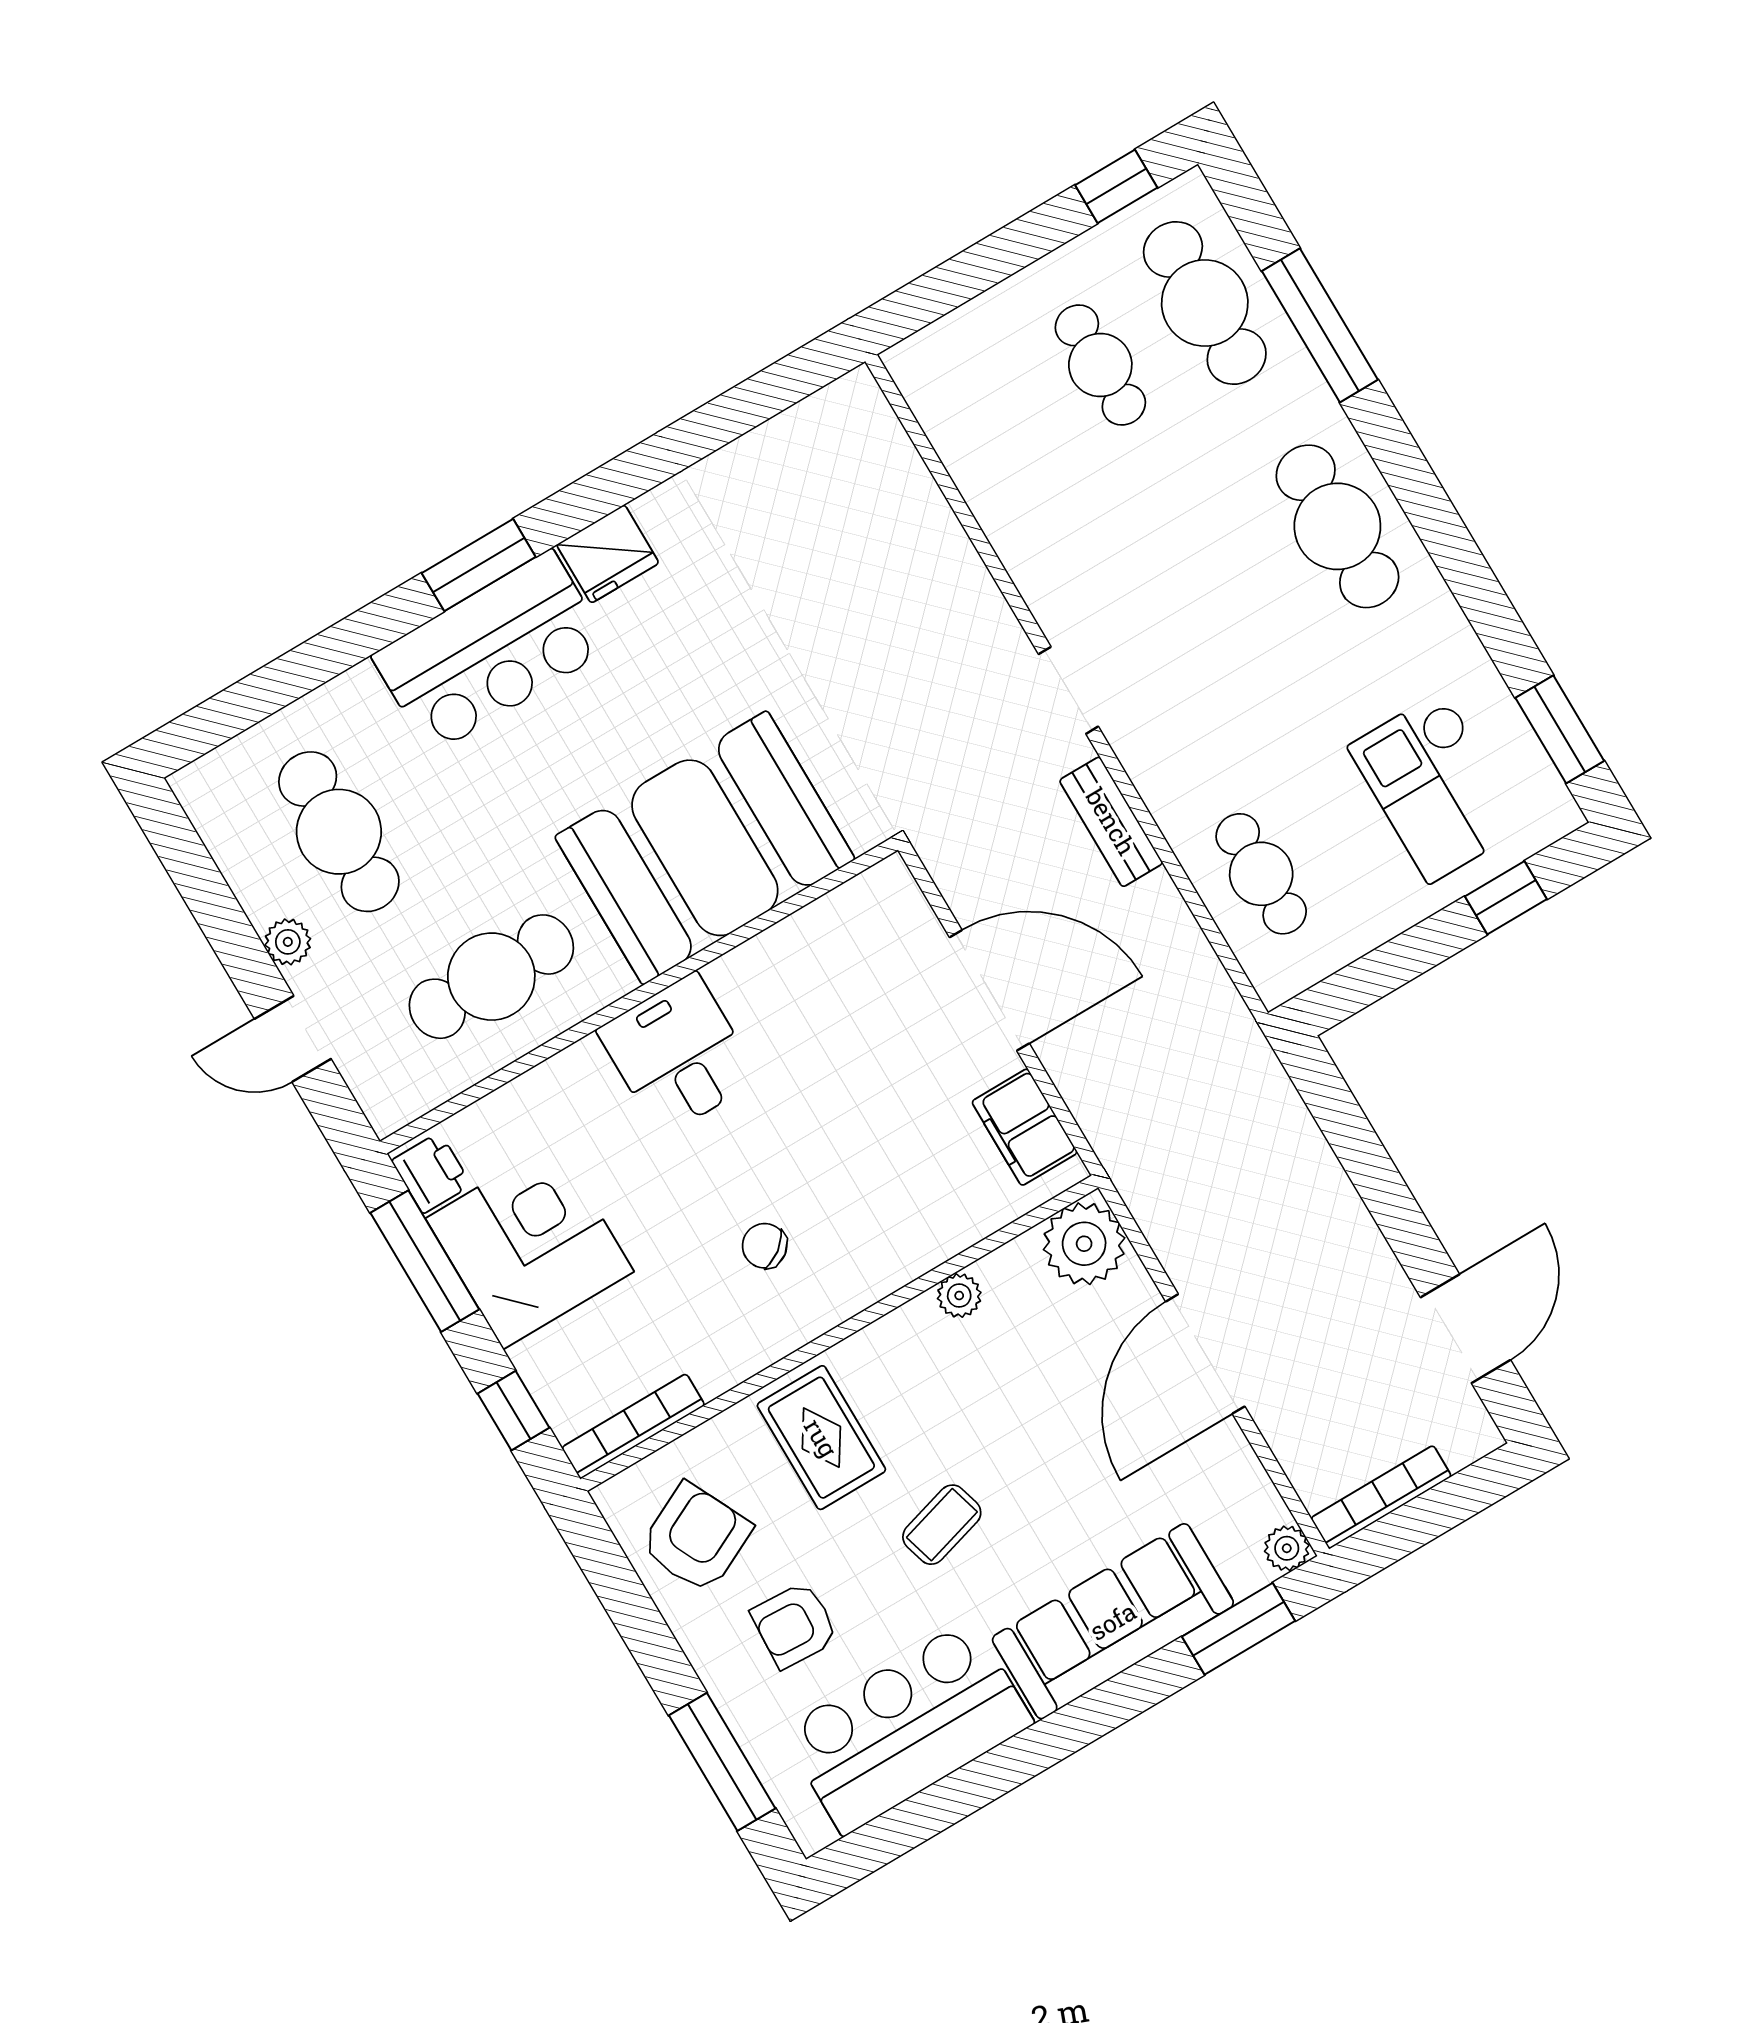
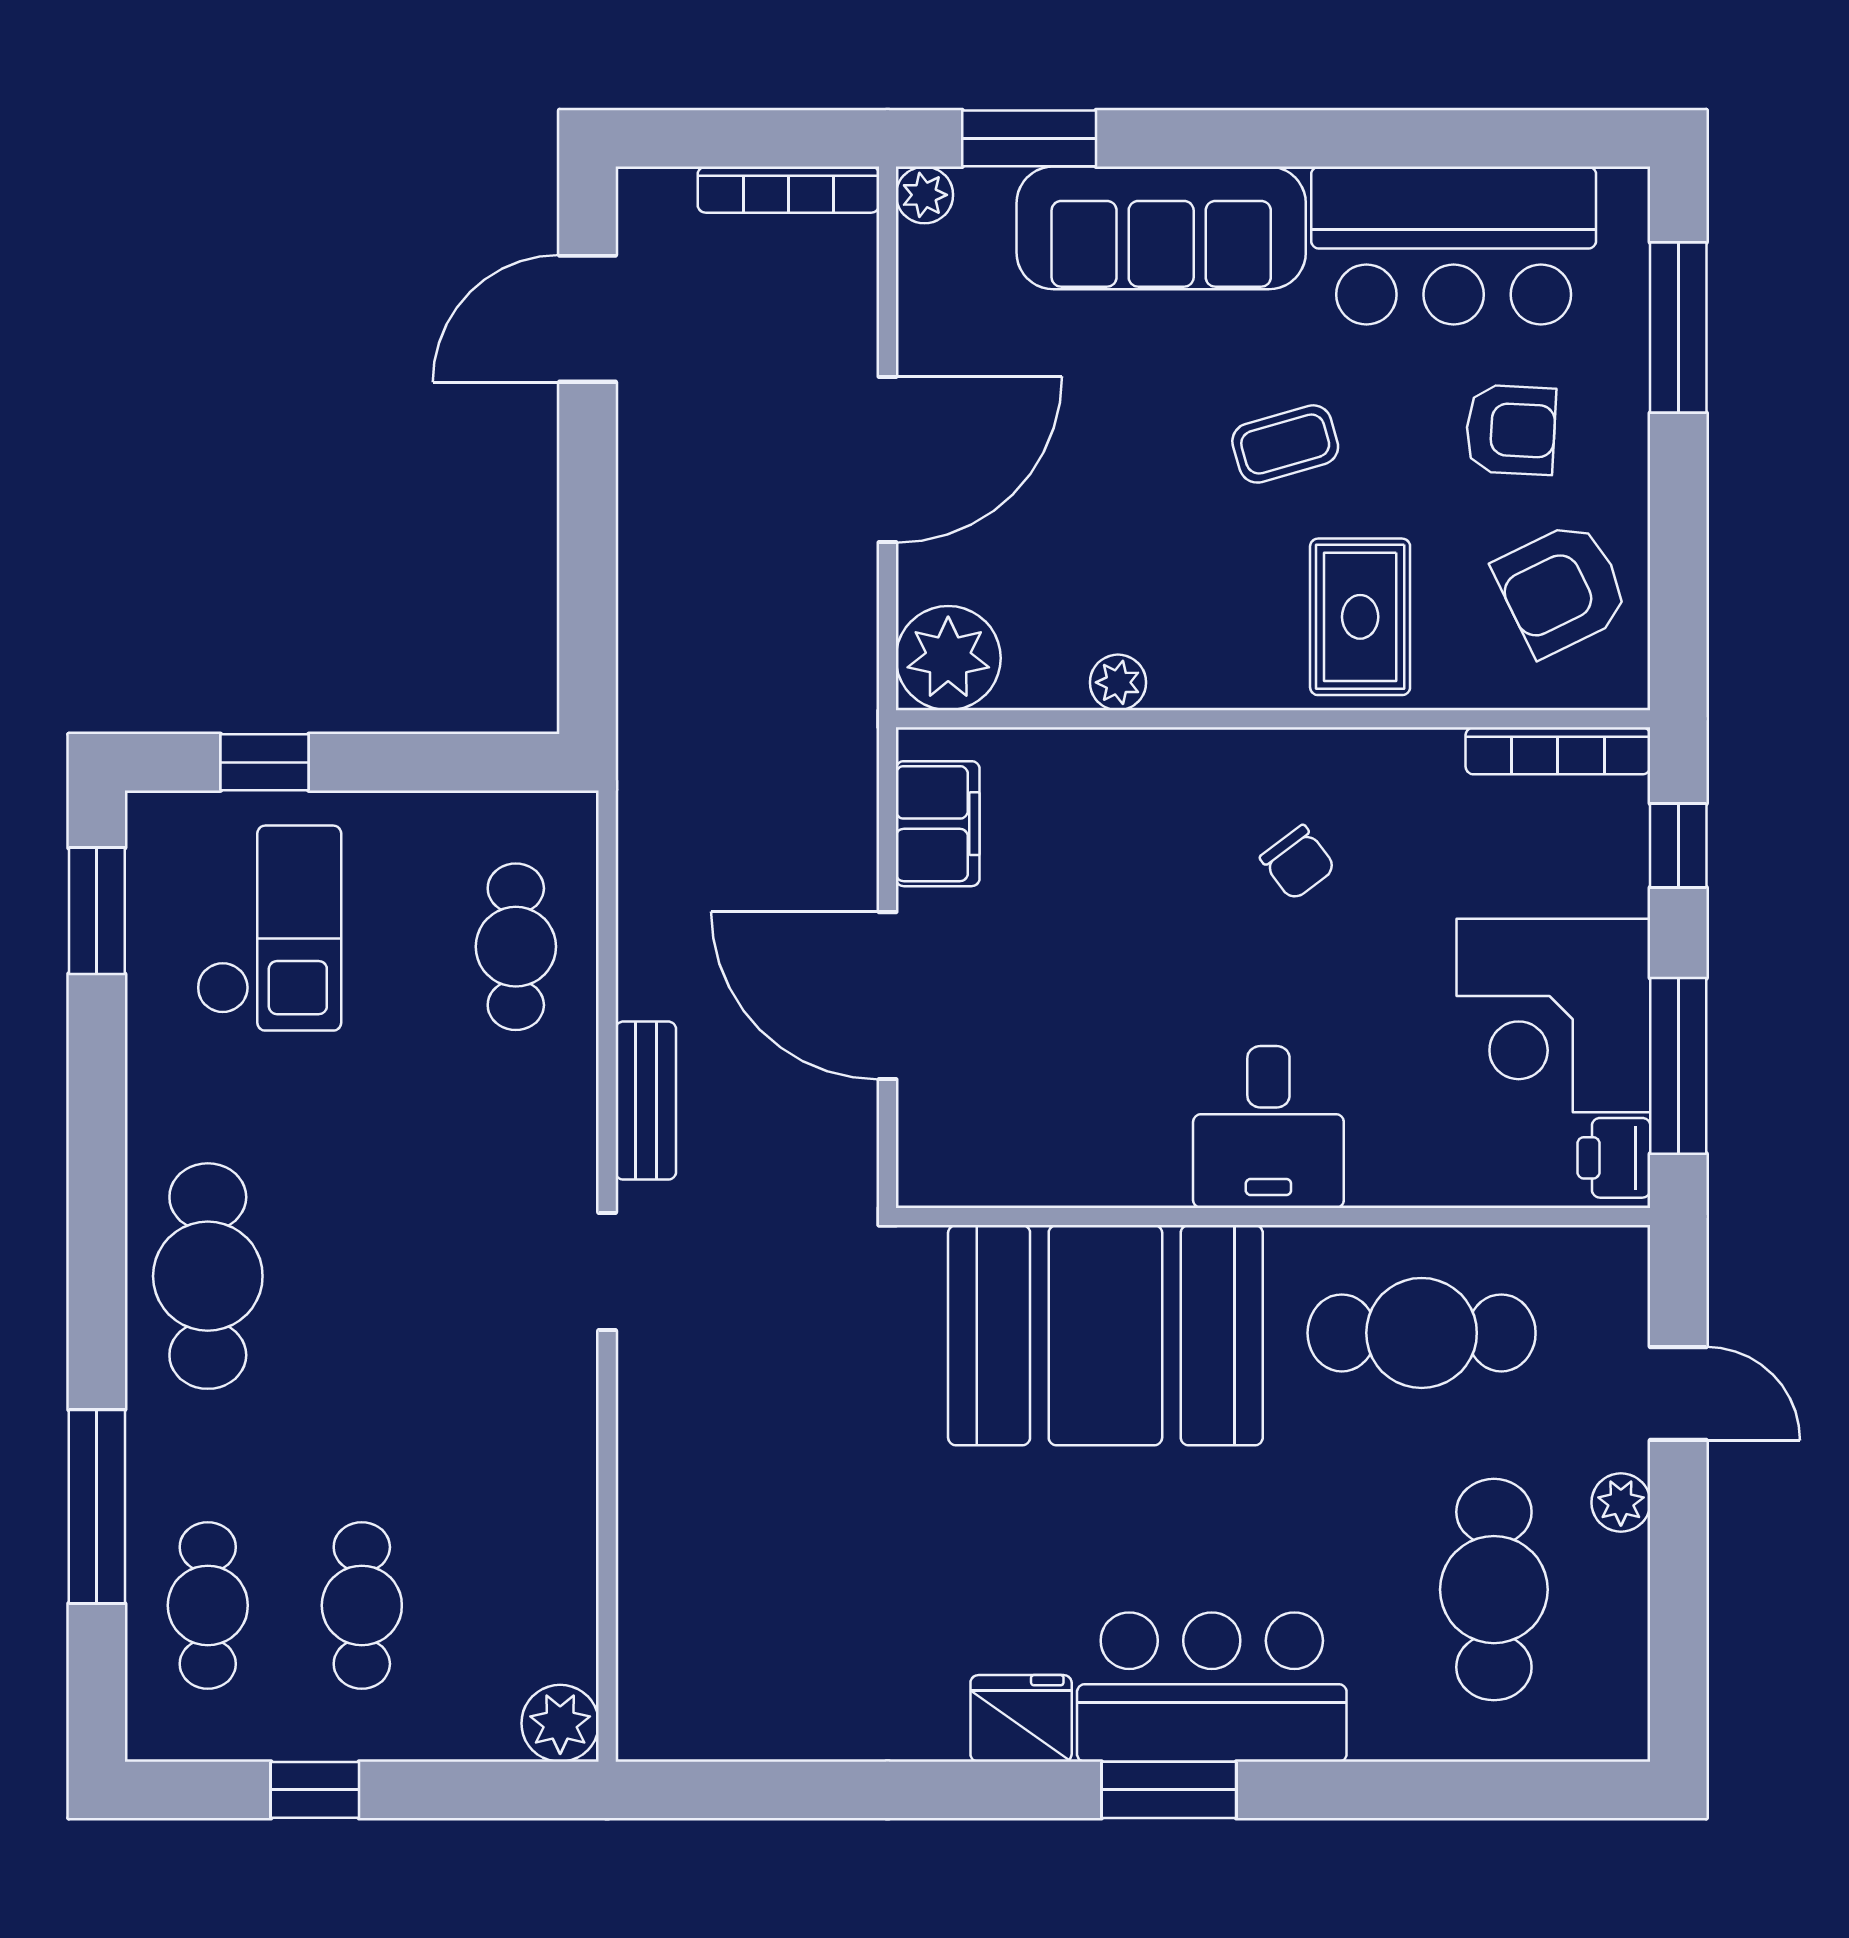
window: (1116, 186) -> (315, 1790), moved
cafe table: (1205, 303) -> (208, 1605), width x0.73, depth x0.74
plant: (918, 365) -> (560, 1723), added

